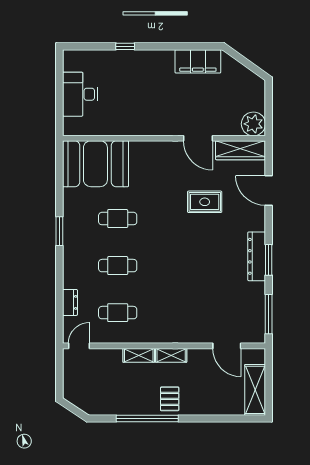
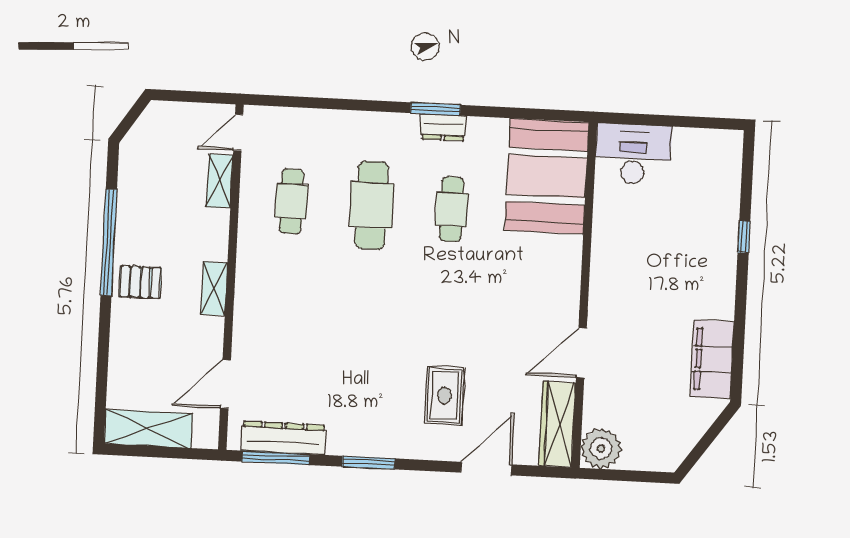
desk: (80, 94) -> (633, 154), moved
rug: (205, 202) -> (444, 396), moved
dresser: (257, 256) -> (283, 438), moved
cafe table: (118, 266) -> (372, 205), width x1.37, depth x1.35
dresser: (70, 302) -> (443, 127), moved
door: (79, 346) -> (238, 132), swing flipped
shelving: (139, 355) -> (220, 181), moved

